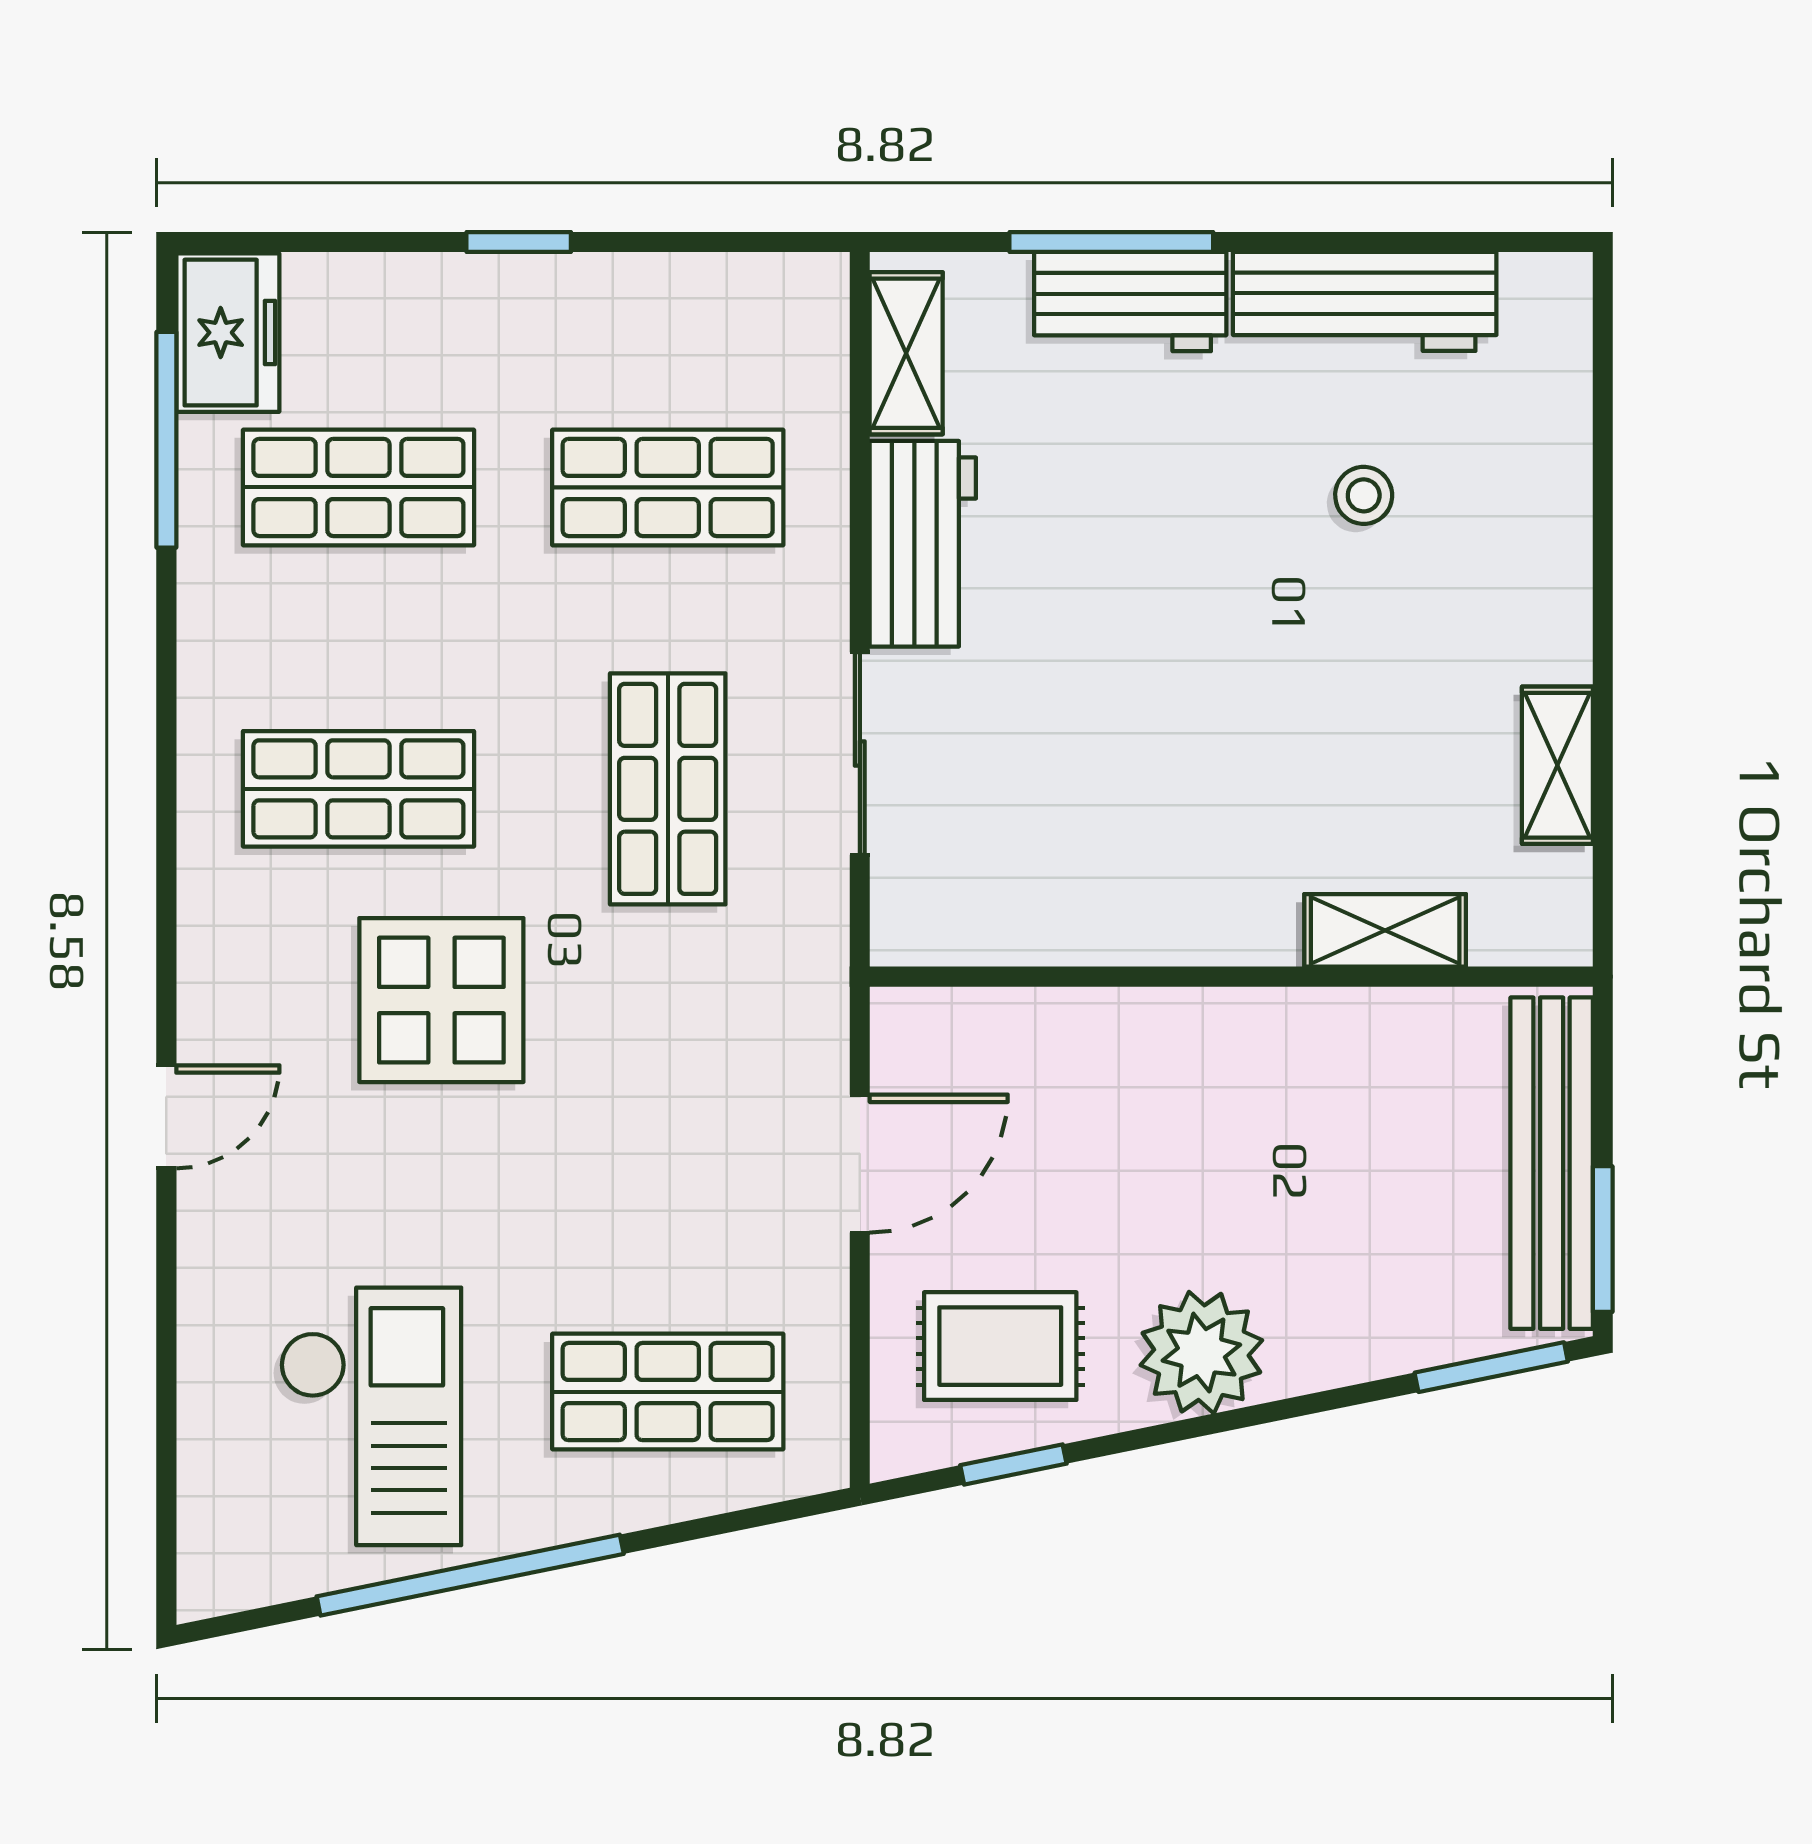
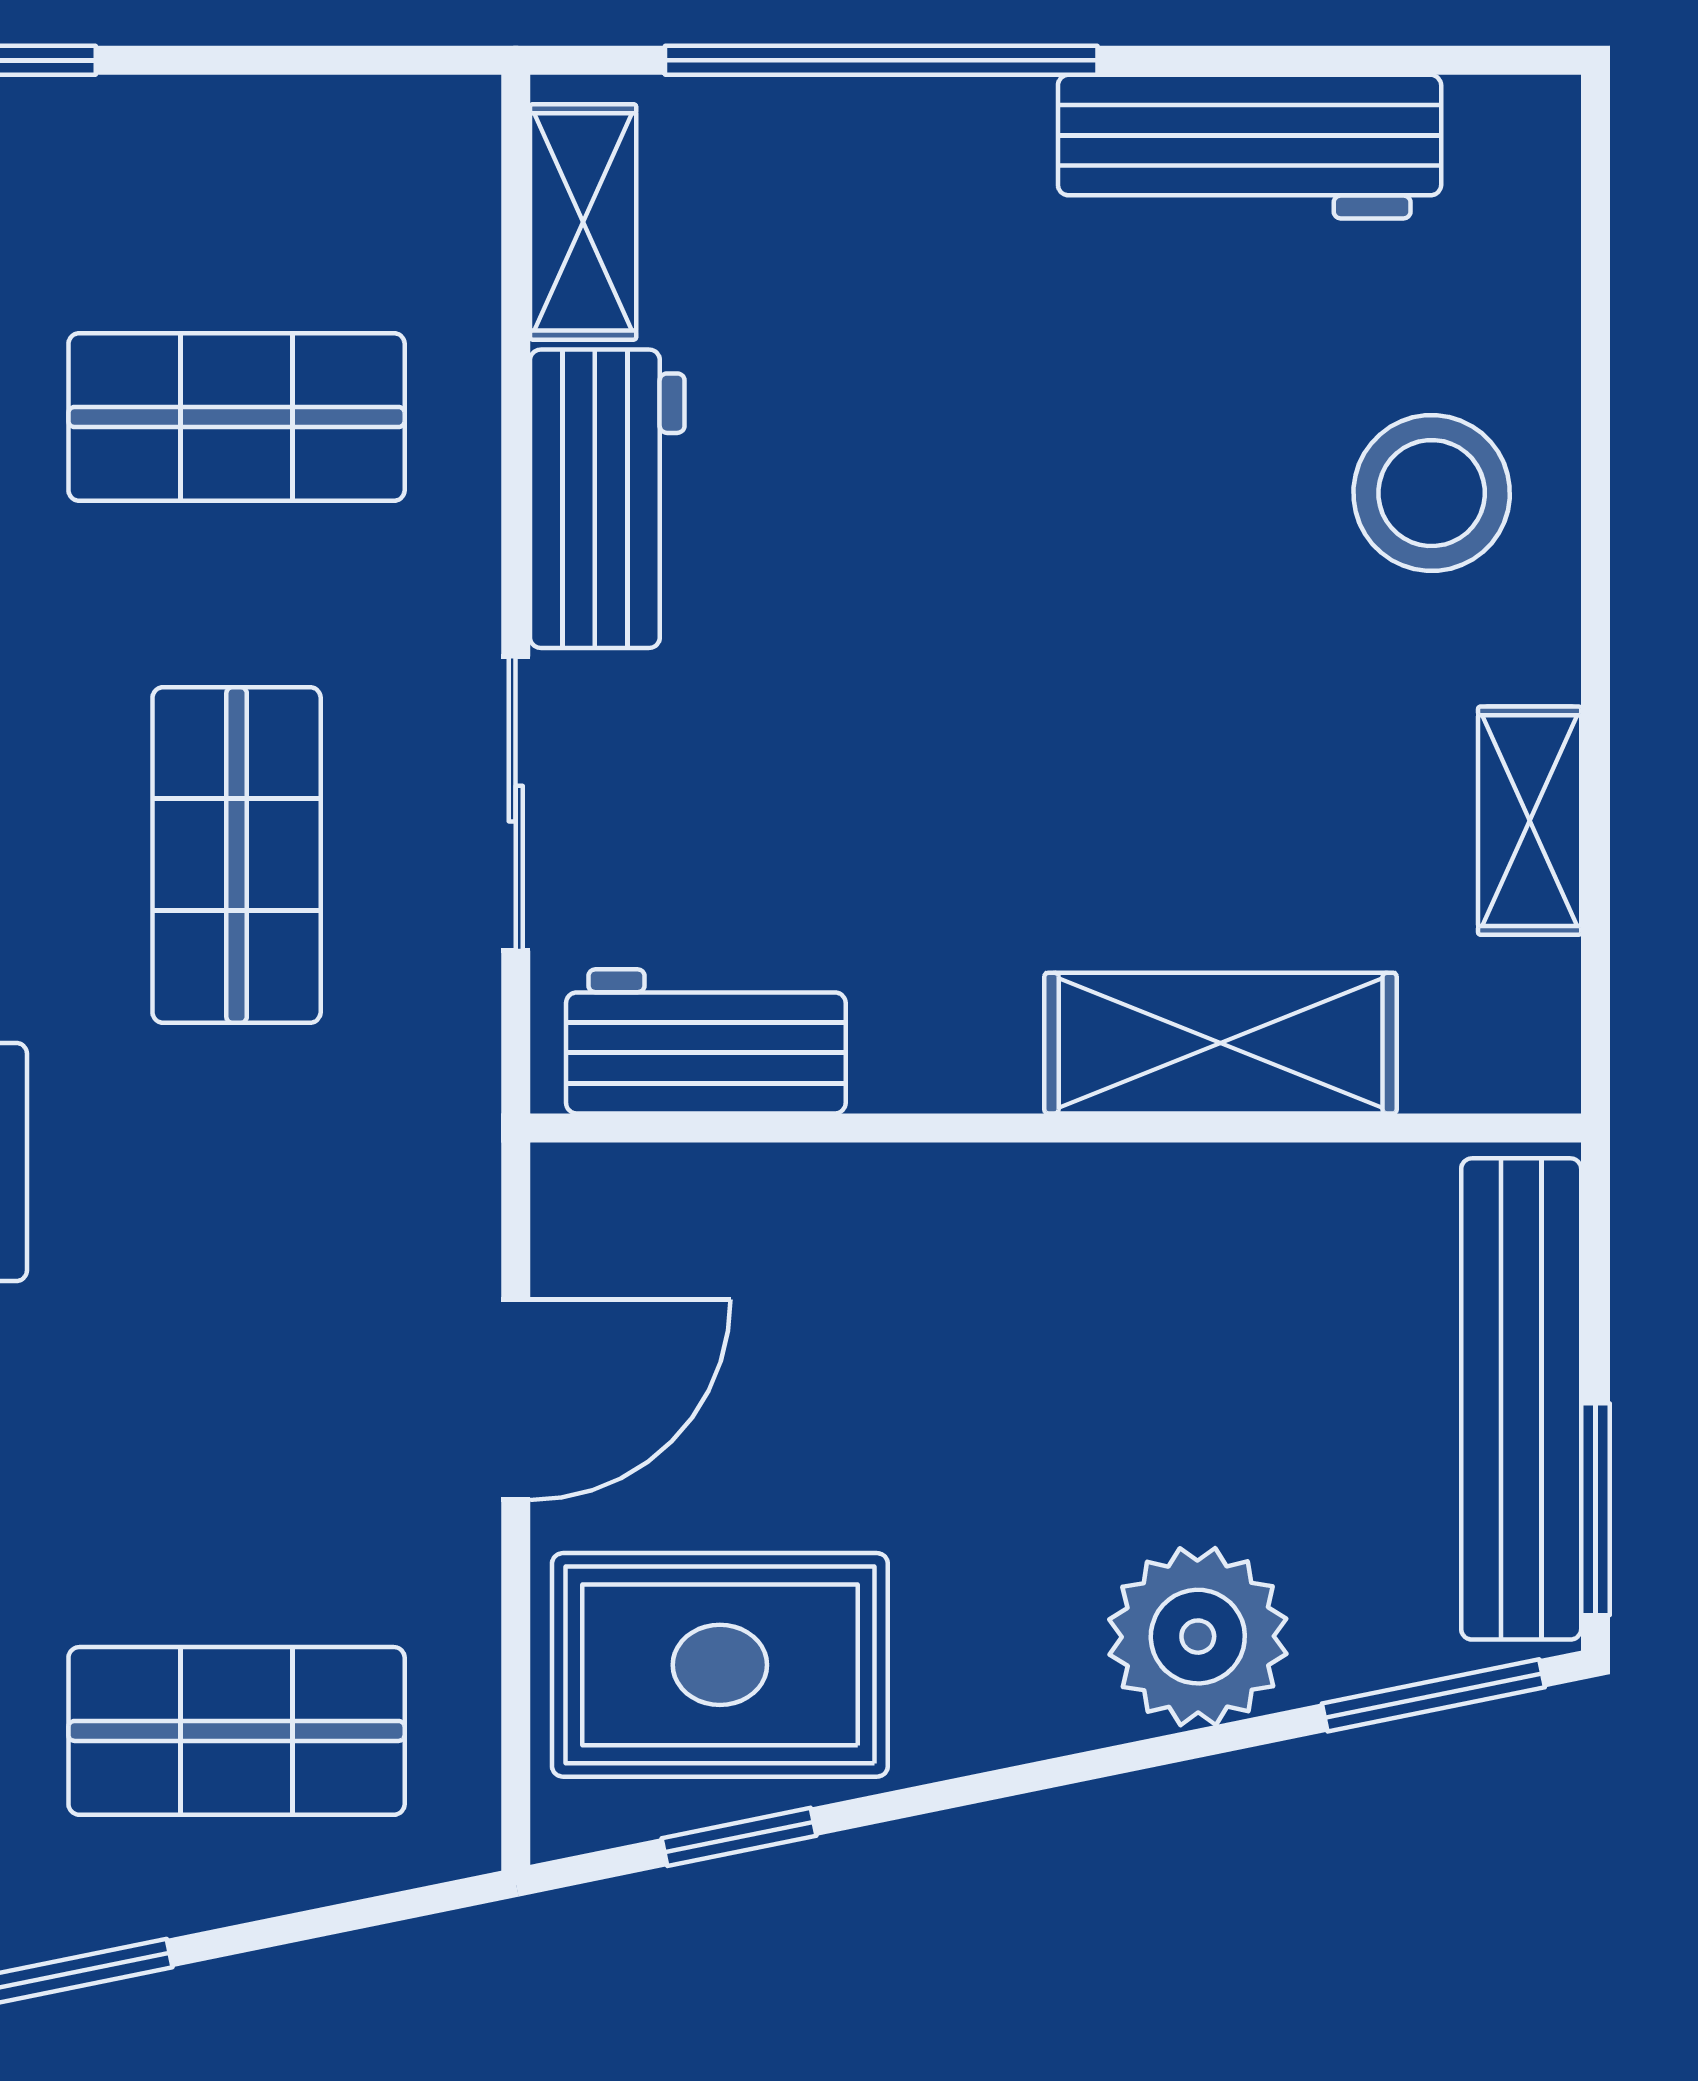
window: (1111, 242) -> (881, 60), width x1.46
workbench: (1130, 302) -> (706, 1041), moved, turned 180
stool: (1364, 495) -> (1432, 493), moved, width x1.89, depth x1.89
shelving: (1385, 930) -> (1221, 1043), width x1.50, depth x1.33
rug: (1000, 1346) -> (720, 1665), width x1.36, depth x1.43
plant: (1201, 1353) -> (1198, 1637), moved

